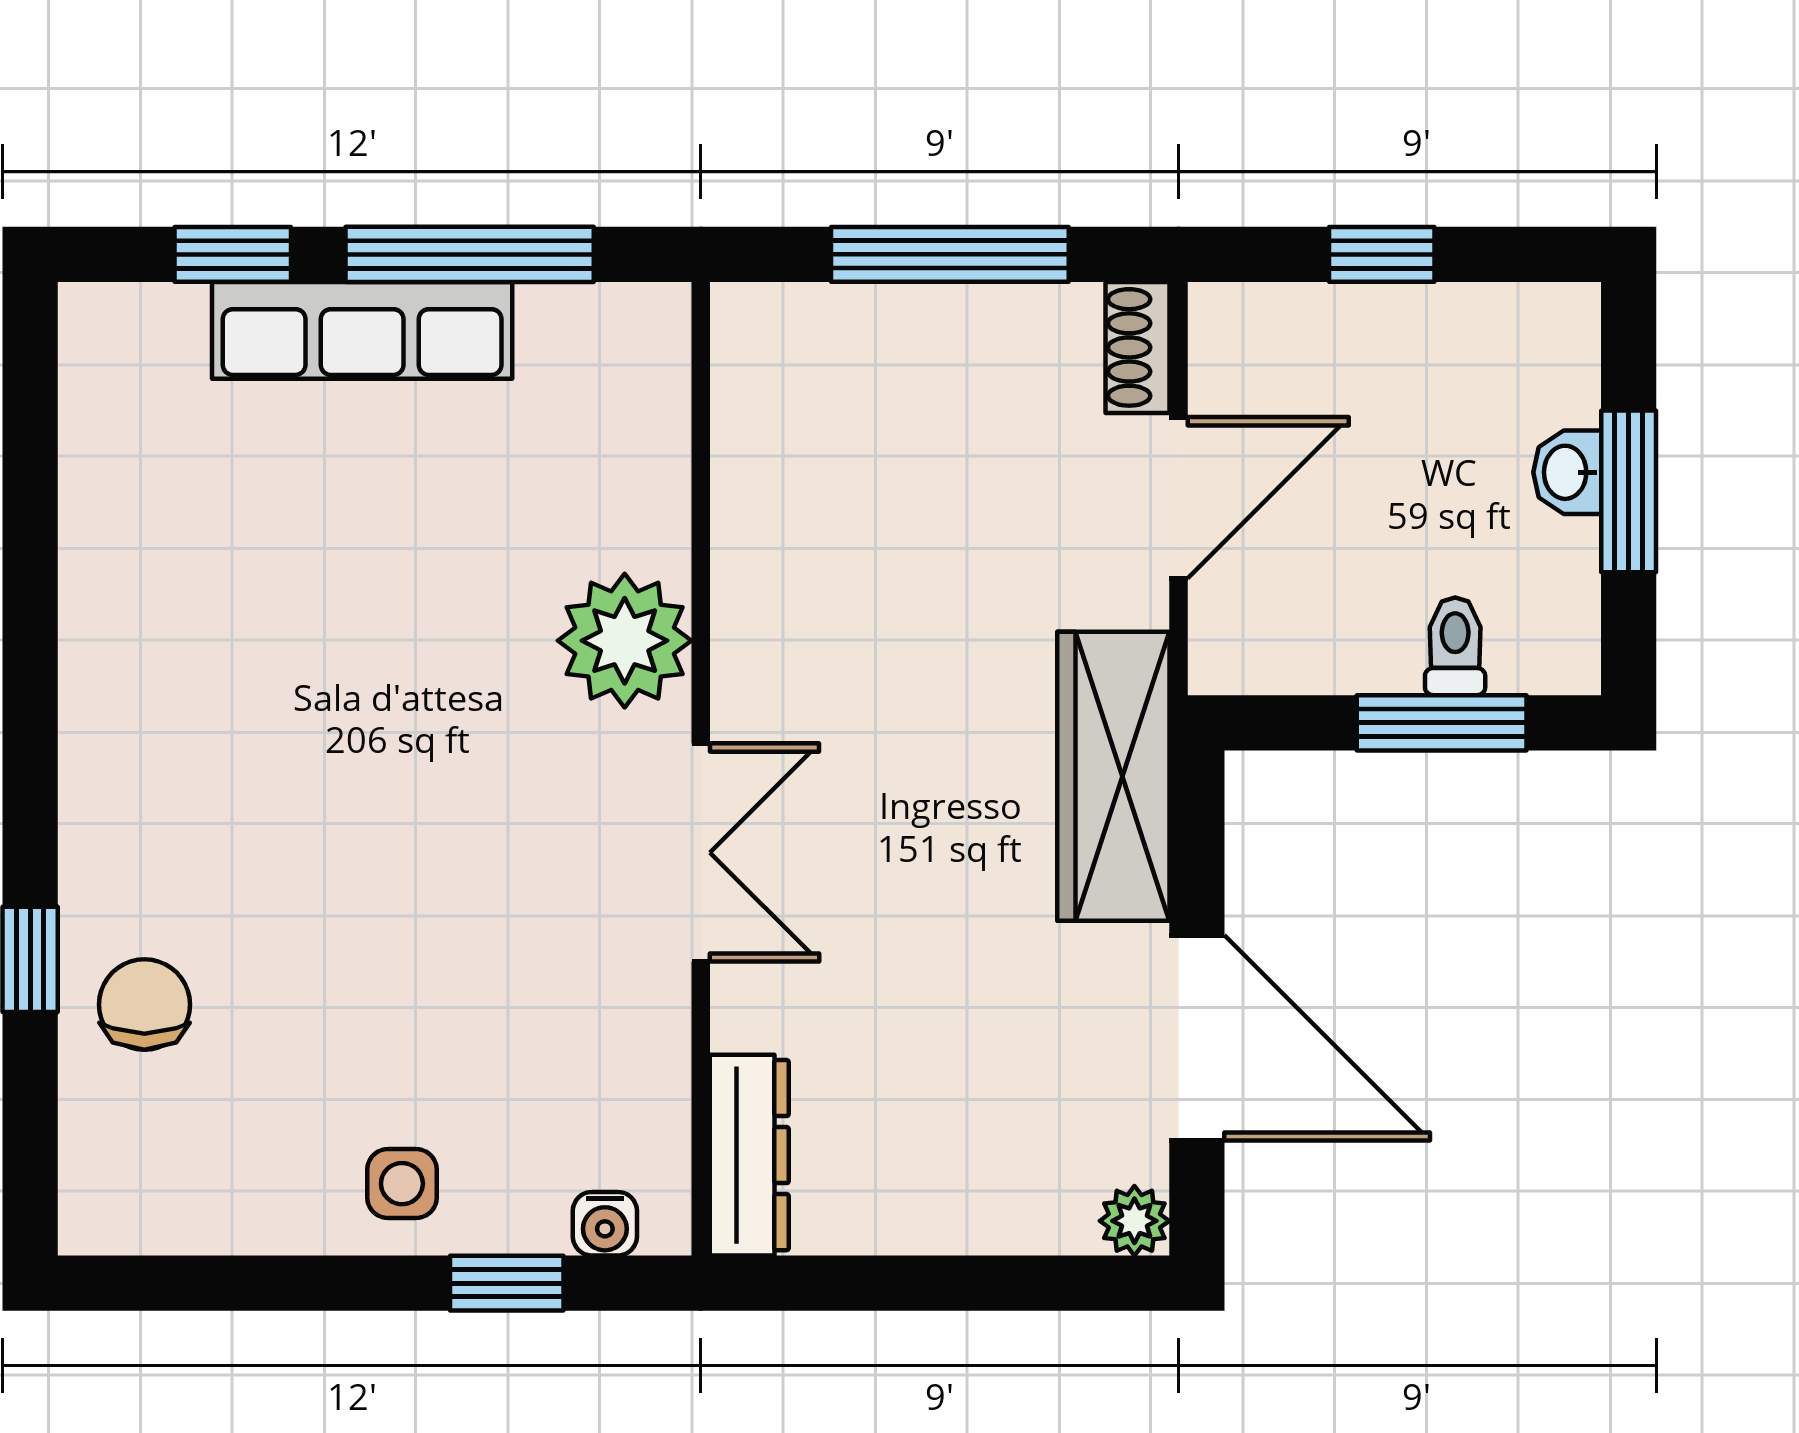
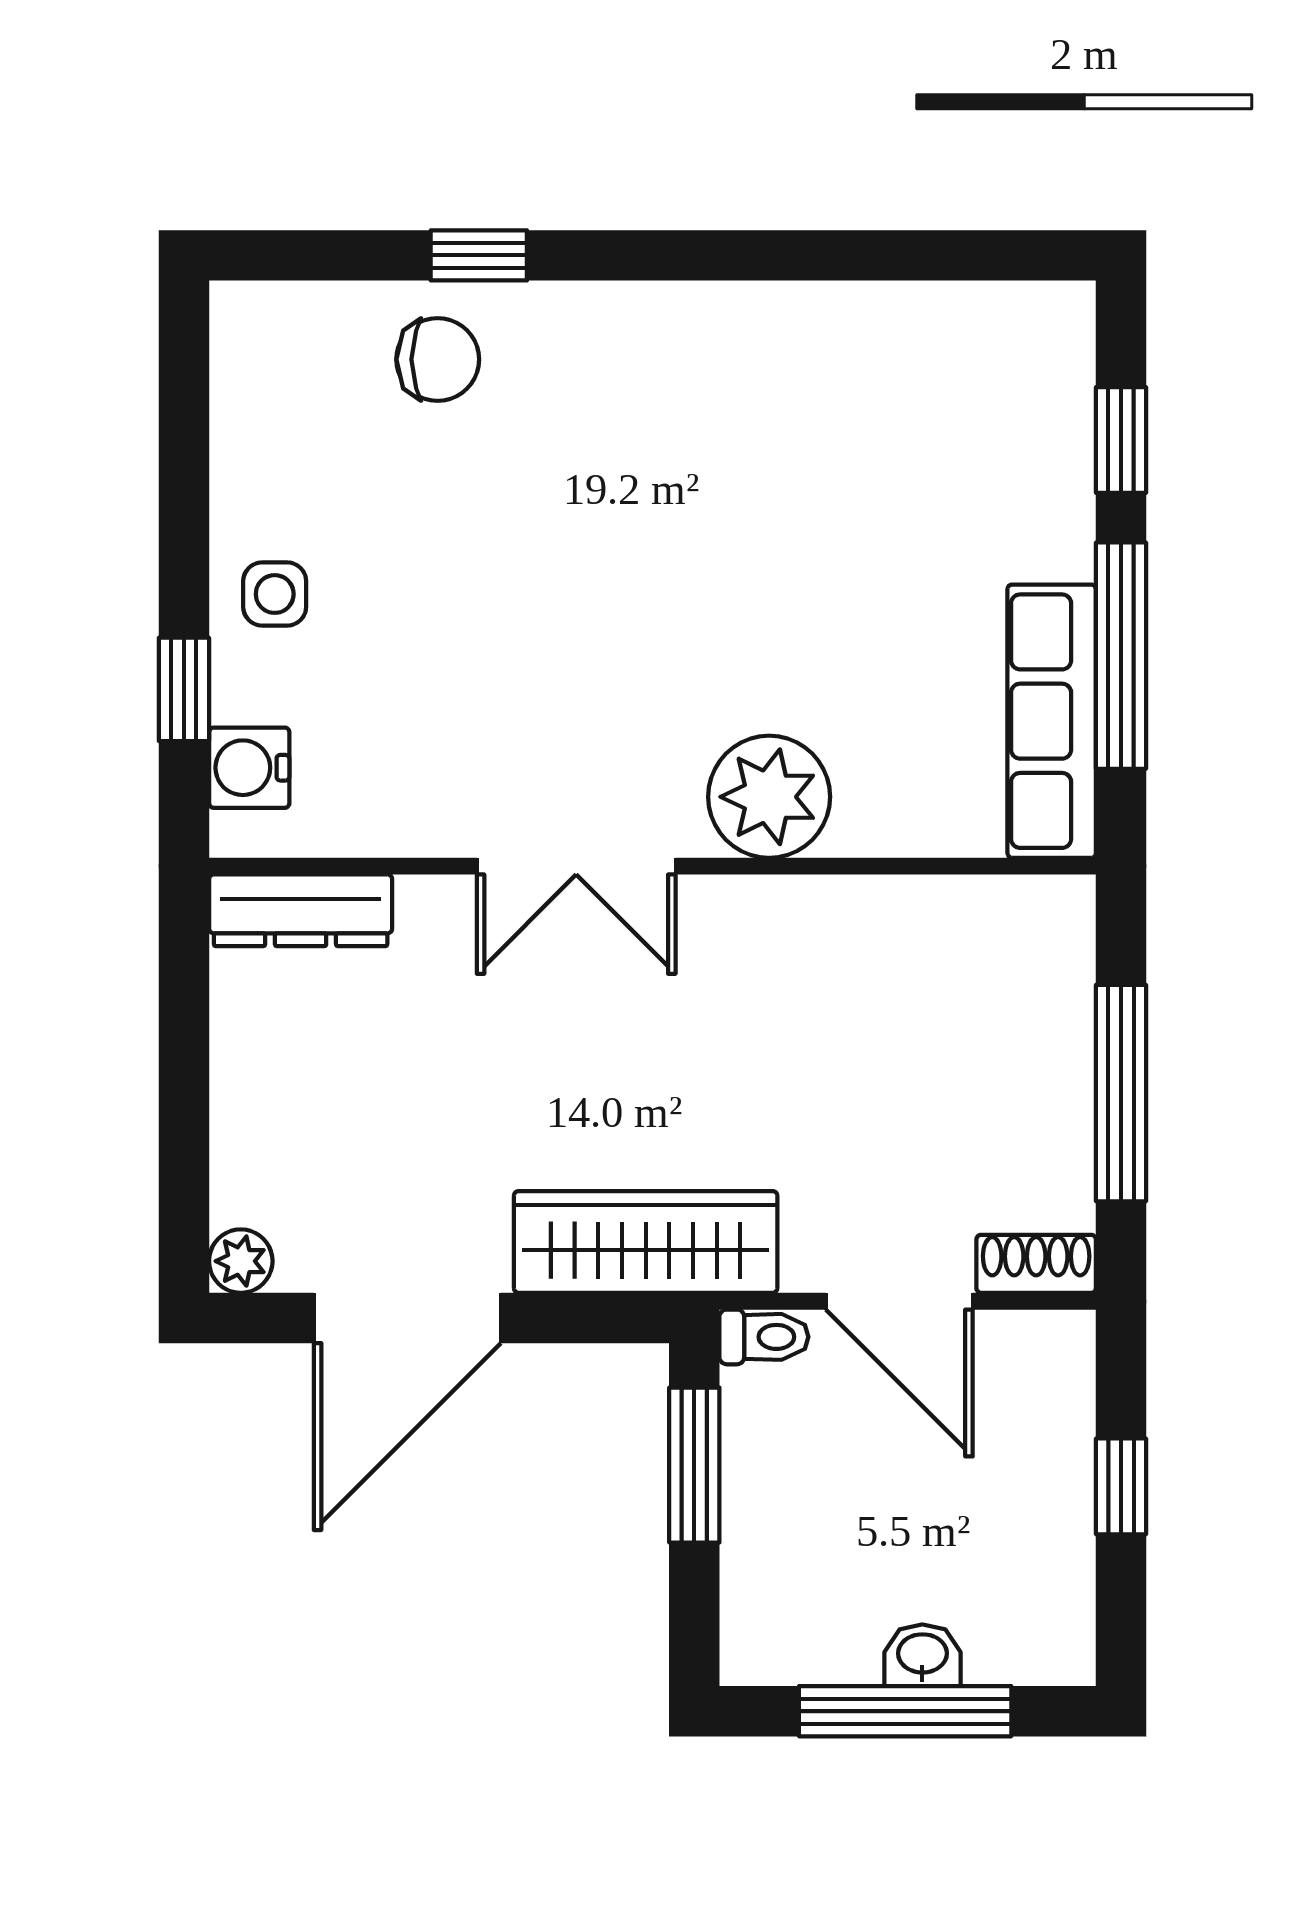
row of seats: (362, 330) -> (1052, 721), moved
window: (1629, 491) -> (905, 1711), width x1.44
toilet: (1455, 646) -> (764, 1337), moved
window: (1442, 723) -> (694, 1465), moved
water cooler: (605, 1224) -> (249, 768), width x1.38, depth x1.38

